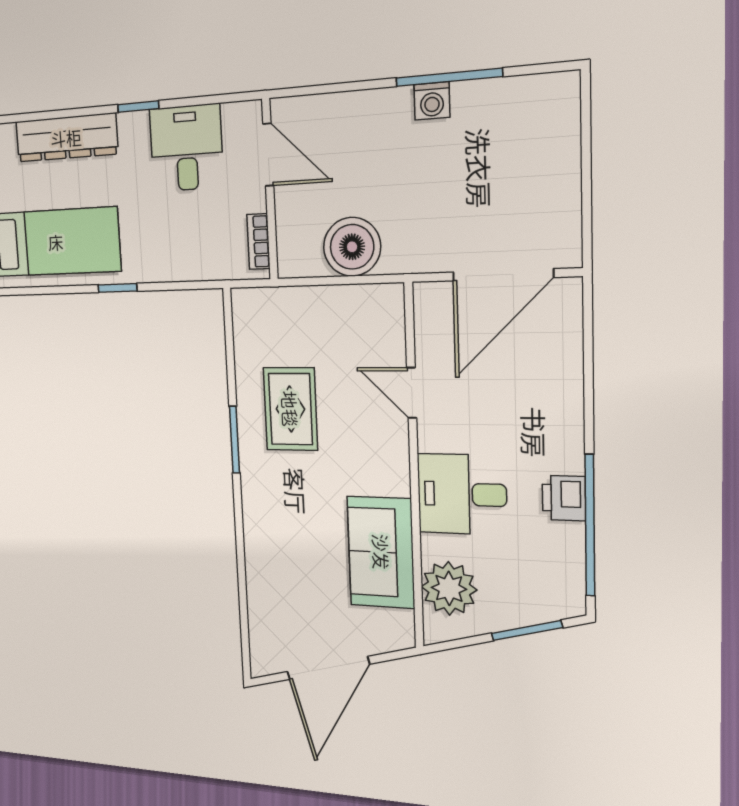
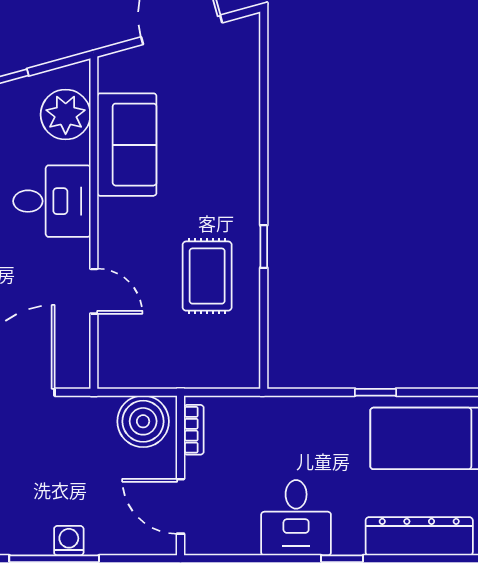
door: (268, 155) -> (180, 506), moved
wall: (270, 190) -> (180, 475), moved
bookcase: (258, 242) -> (194, 430), moved
window: (235, 440) -> (264, 246), width x0.67

